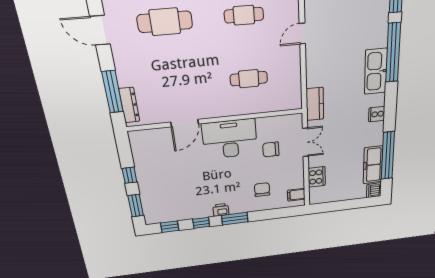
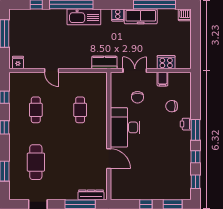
freezer: (373, 165) -> (141, 16), moved
filing cabinet: (296, 195) -> (162, 79), moved
printer: (221, 210) -> (186, 124), moved

